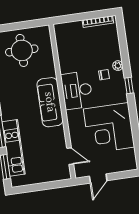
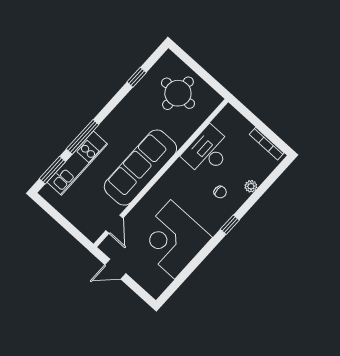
plant: (118, 66) -> (251, 186), moved
desk: (77, 90) -> (208, 151), moved
sofa: (50, 102) -> (140, 168), width x1.36, depth x1.27

